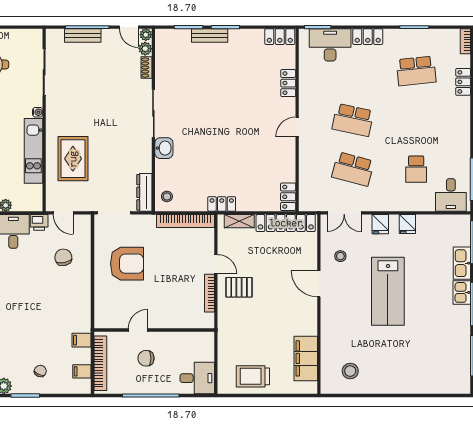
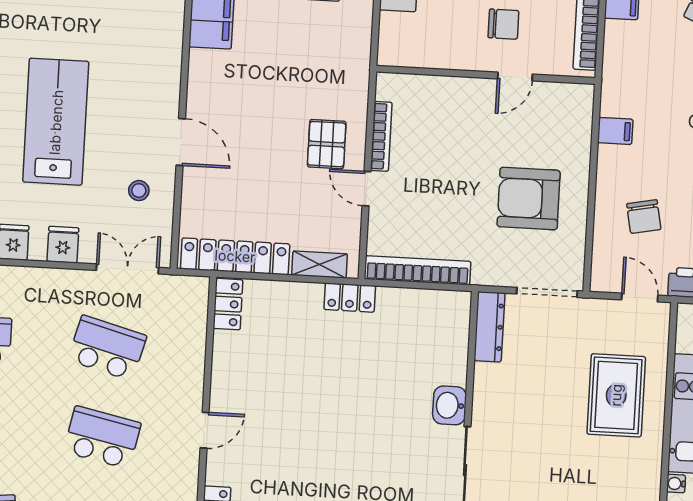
stool: (167, 196) -> (449, 317), removed
pallet: (239, 287) -> (327, 144), turned 90
filing cabinet: (82, 340) -> (615, 131), moved

